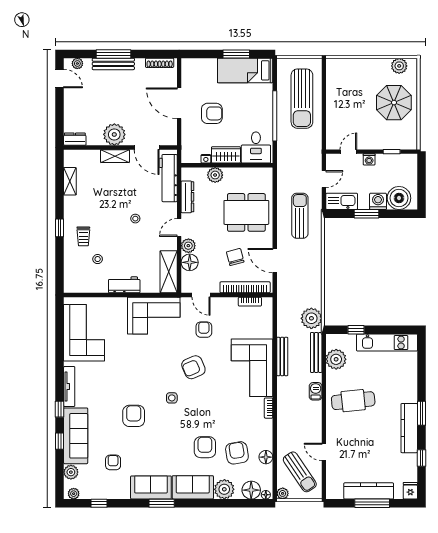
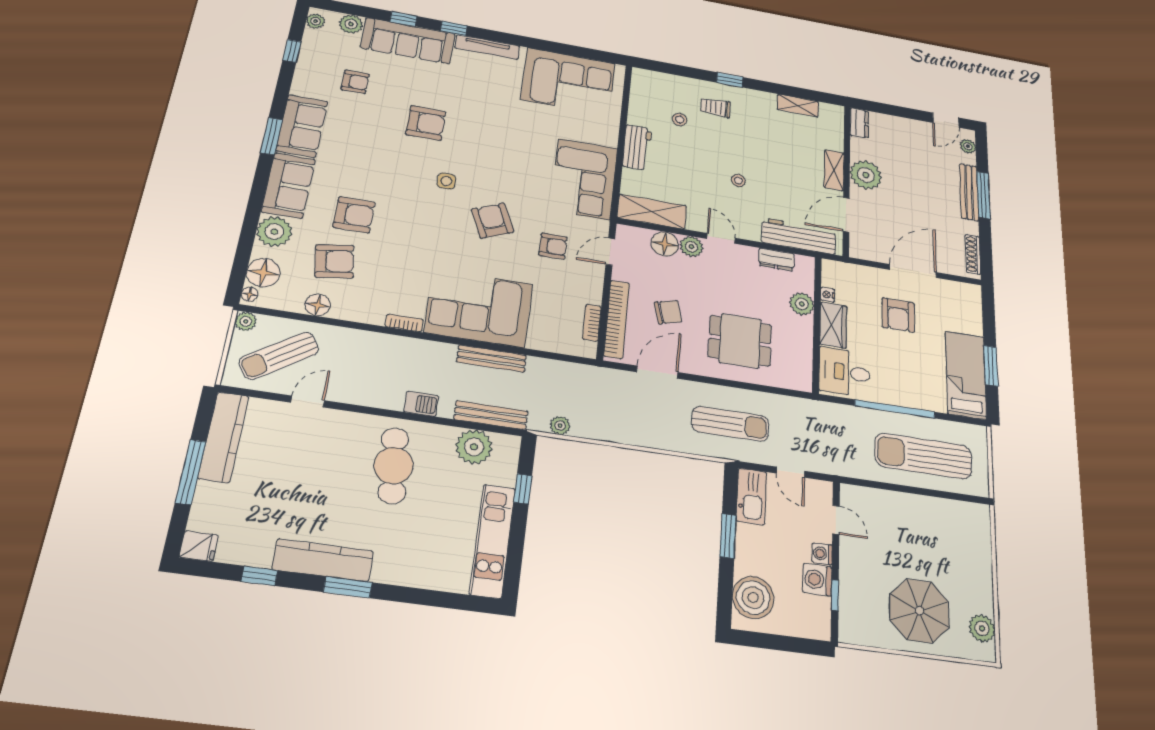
dresser: (187, 197) -> (776, 260), width x0.70
washing machine: (378, 201) -> (817, 580), moved, turned 180
dining table: (246, 212) -> (740, 341), width x0.73
plant: (311, 318) -> (560, 426), width x0.53, depth x0.53
kitchen counter: (369, 491) -> (224, 437), moved

